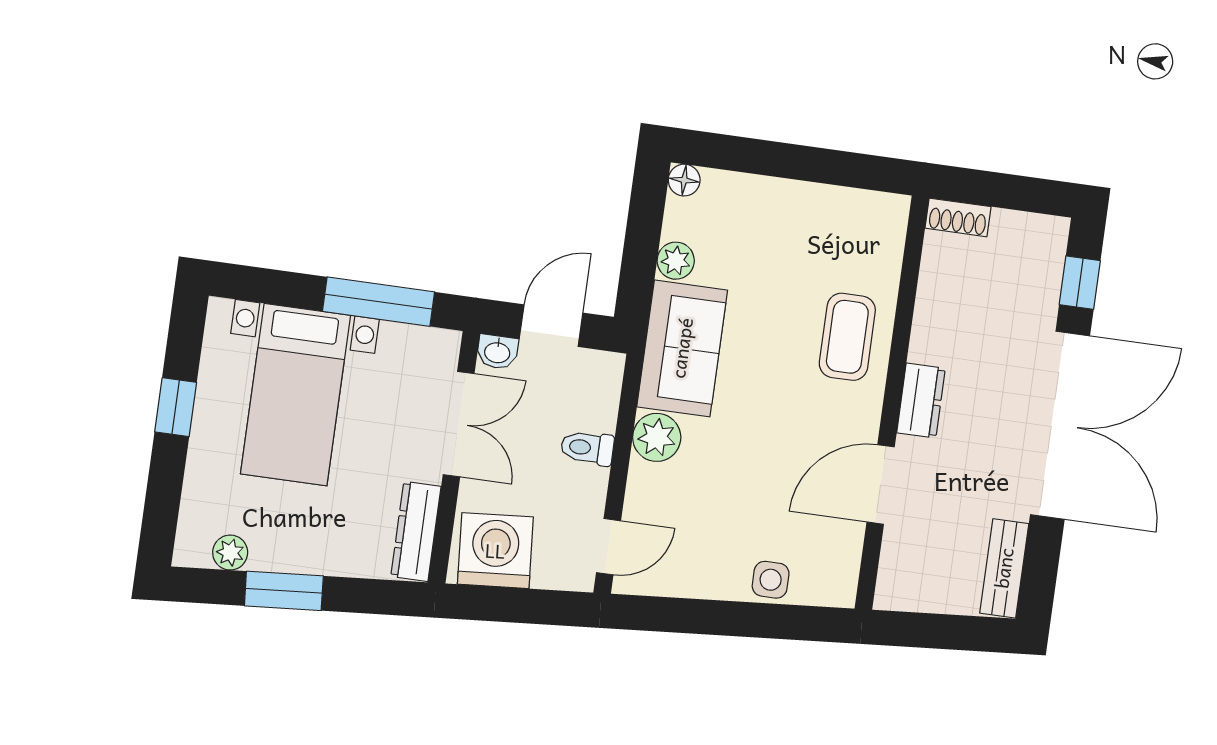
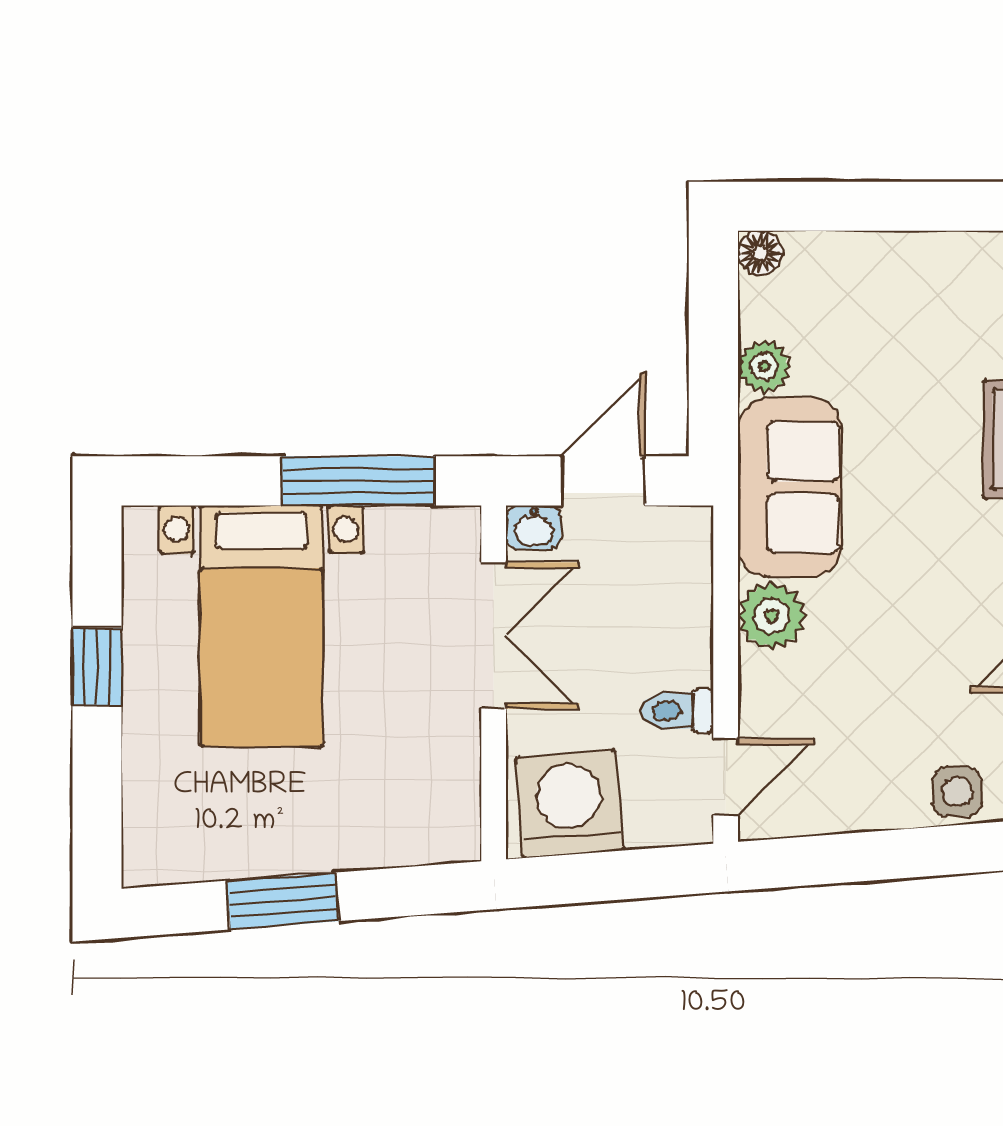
toilet: (587, 448) -> (677, 711), moved
dresser: (416, 531) -> (455, 793), removed
plant: (230, 553) -> (201, 858), removed

